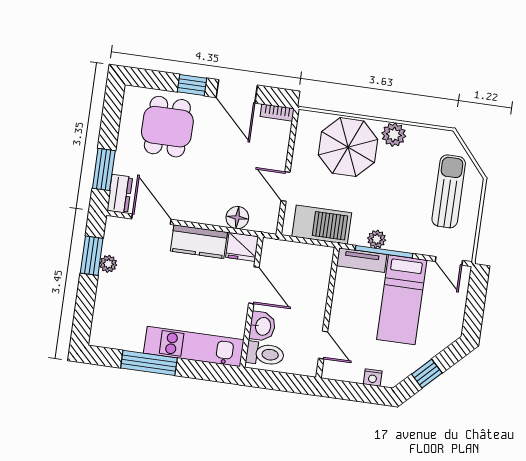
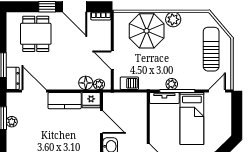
plant: (259, 223) -> (99, 84), added
barbecue: (322, 225) -> (129, 83), width x0.53, depth x0.65
door: (449, 261) -> (217, 91), swing flipped

